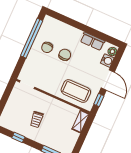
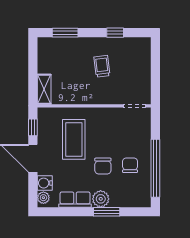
window: (76, 24) -> (107, 212), added
plant: (76, 34) -> (101, 199), added
coffee table: (76, 91) -> (74, 139), moved, turned 90

